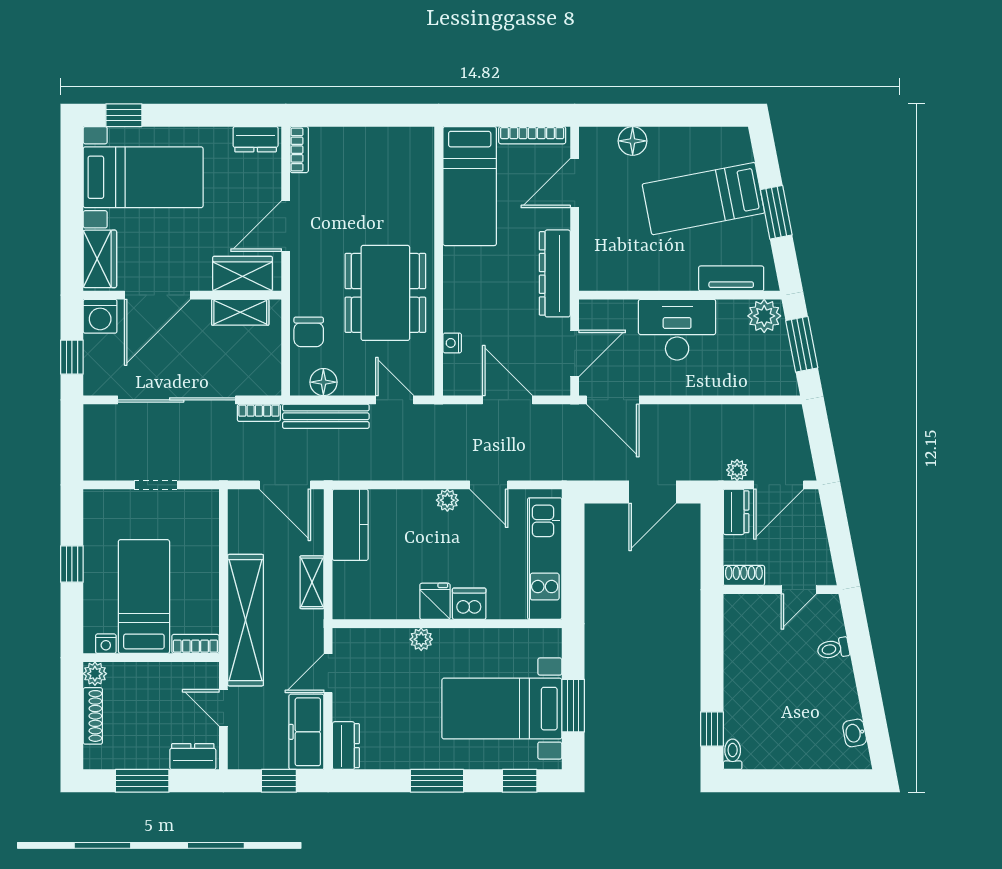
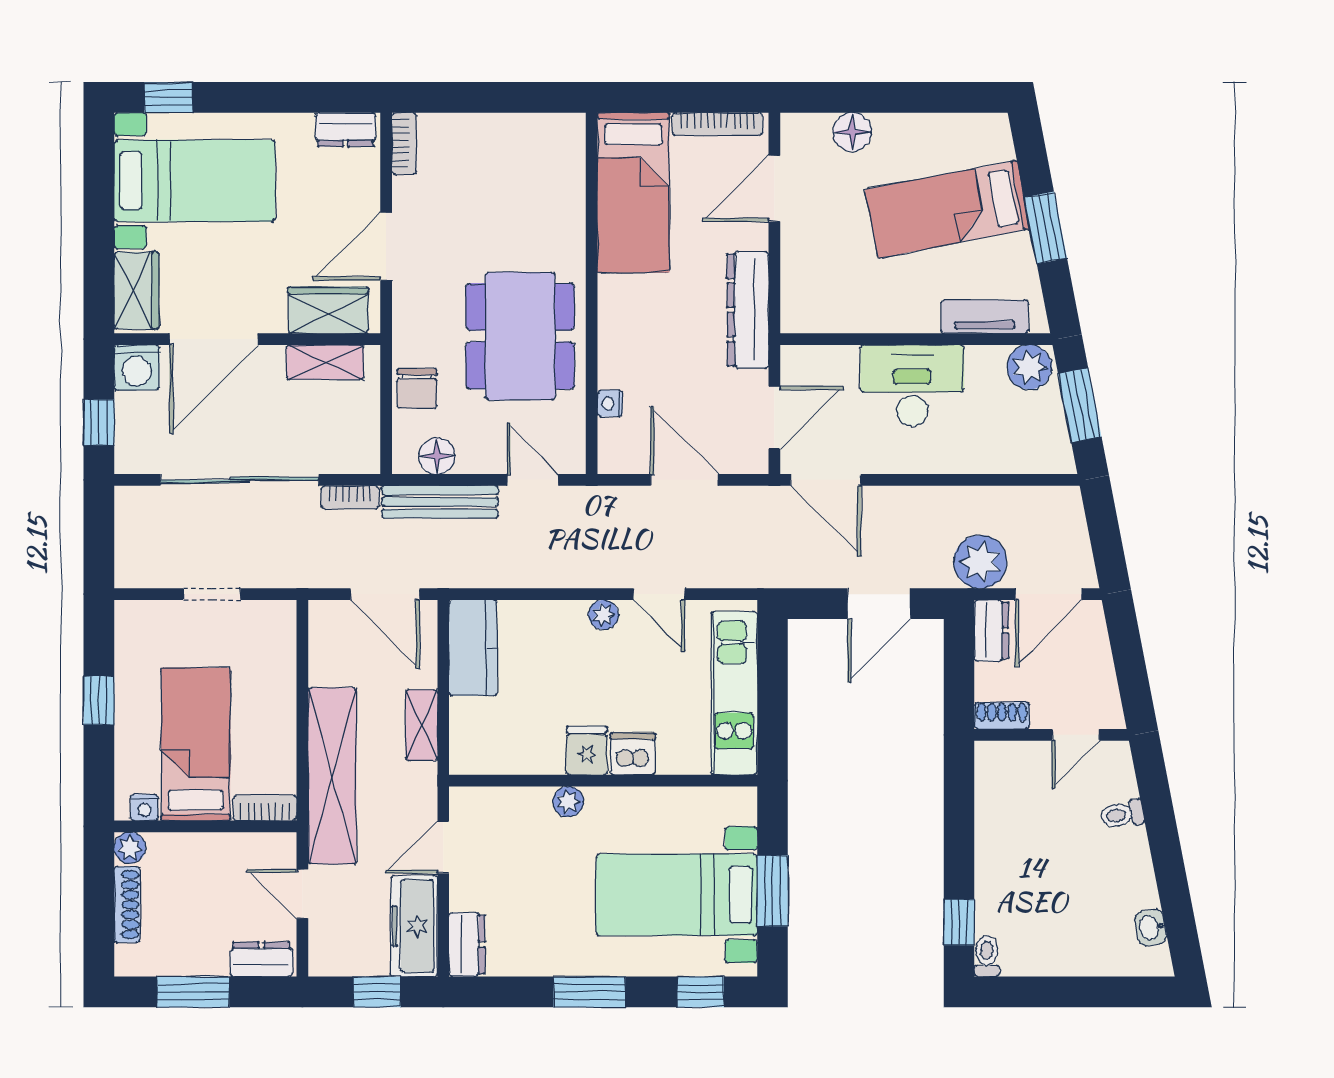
plant: (737, 470) -> (980, 562), width x1.87, depth x1.87

